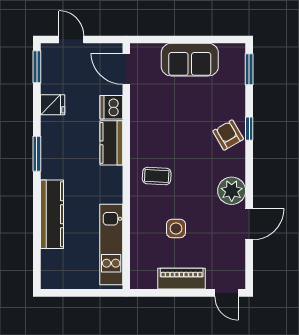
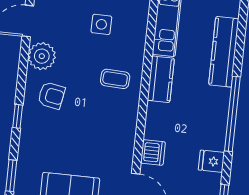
armchair: (228, 135) -> (51, 96), moved, turned -50
kitchen counter: (111, 143) -> (161, 79), moved
window: (37, 154) -> (232, 114), width x2.11

